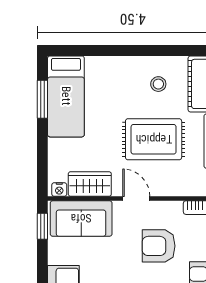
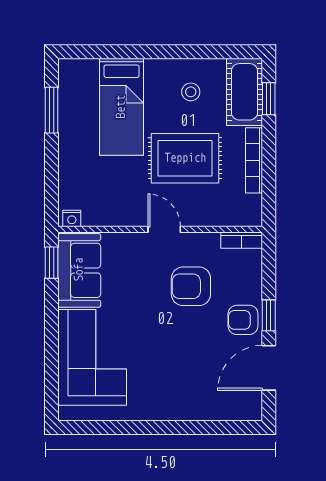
bed: (66, 96) -> (121, 107), moved
wardrobe: (90, 184) -> (108, 212), removed
sofa: (81, 218) -> (79, 270), moved, turned -90

